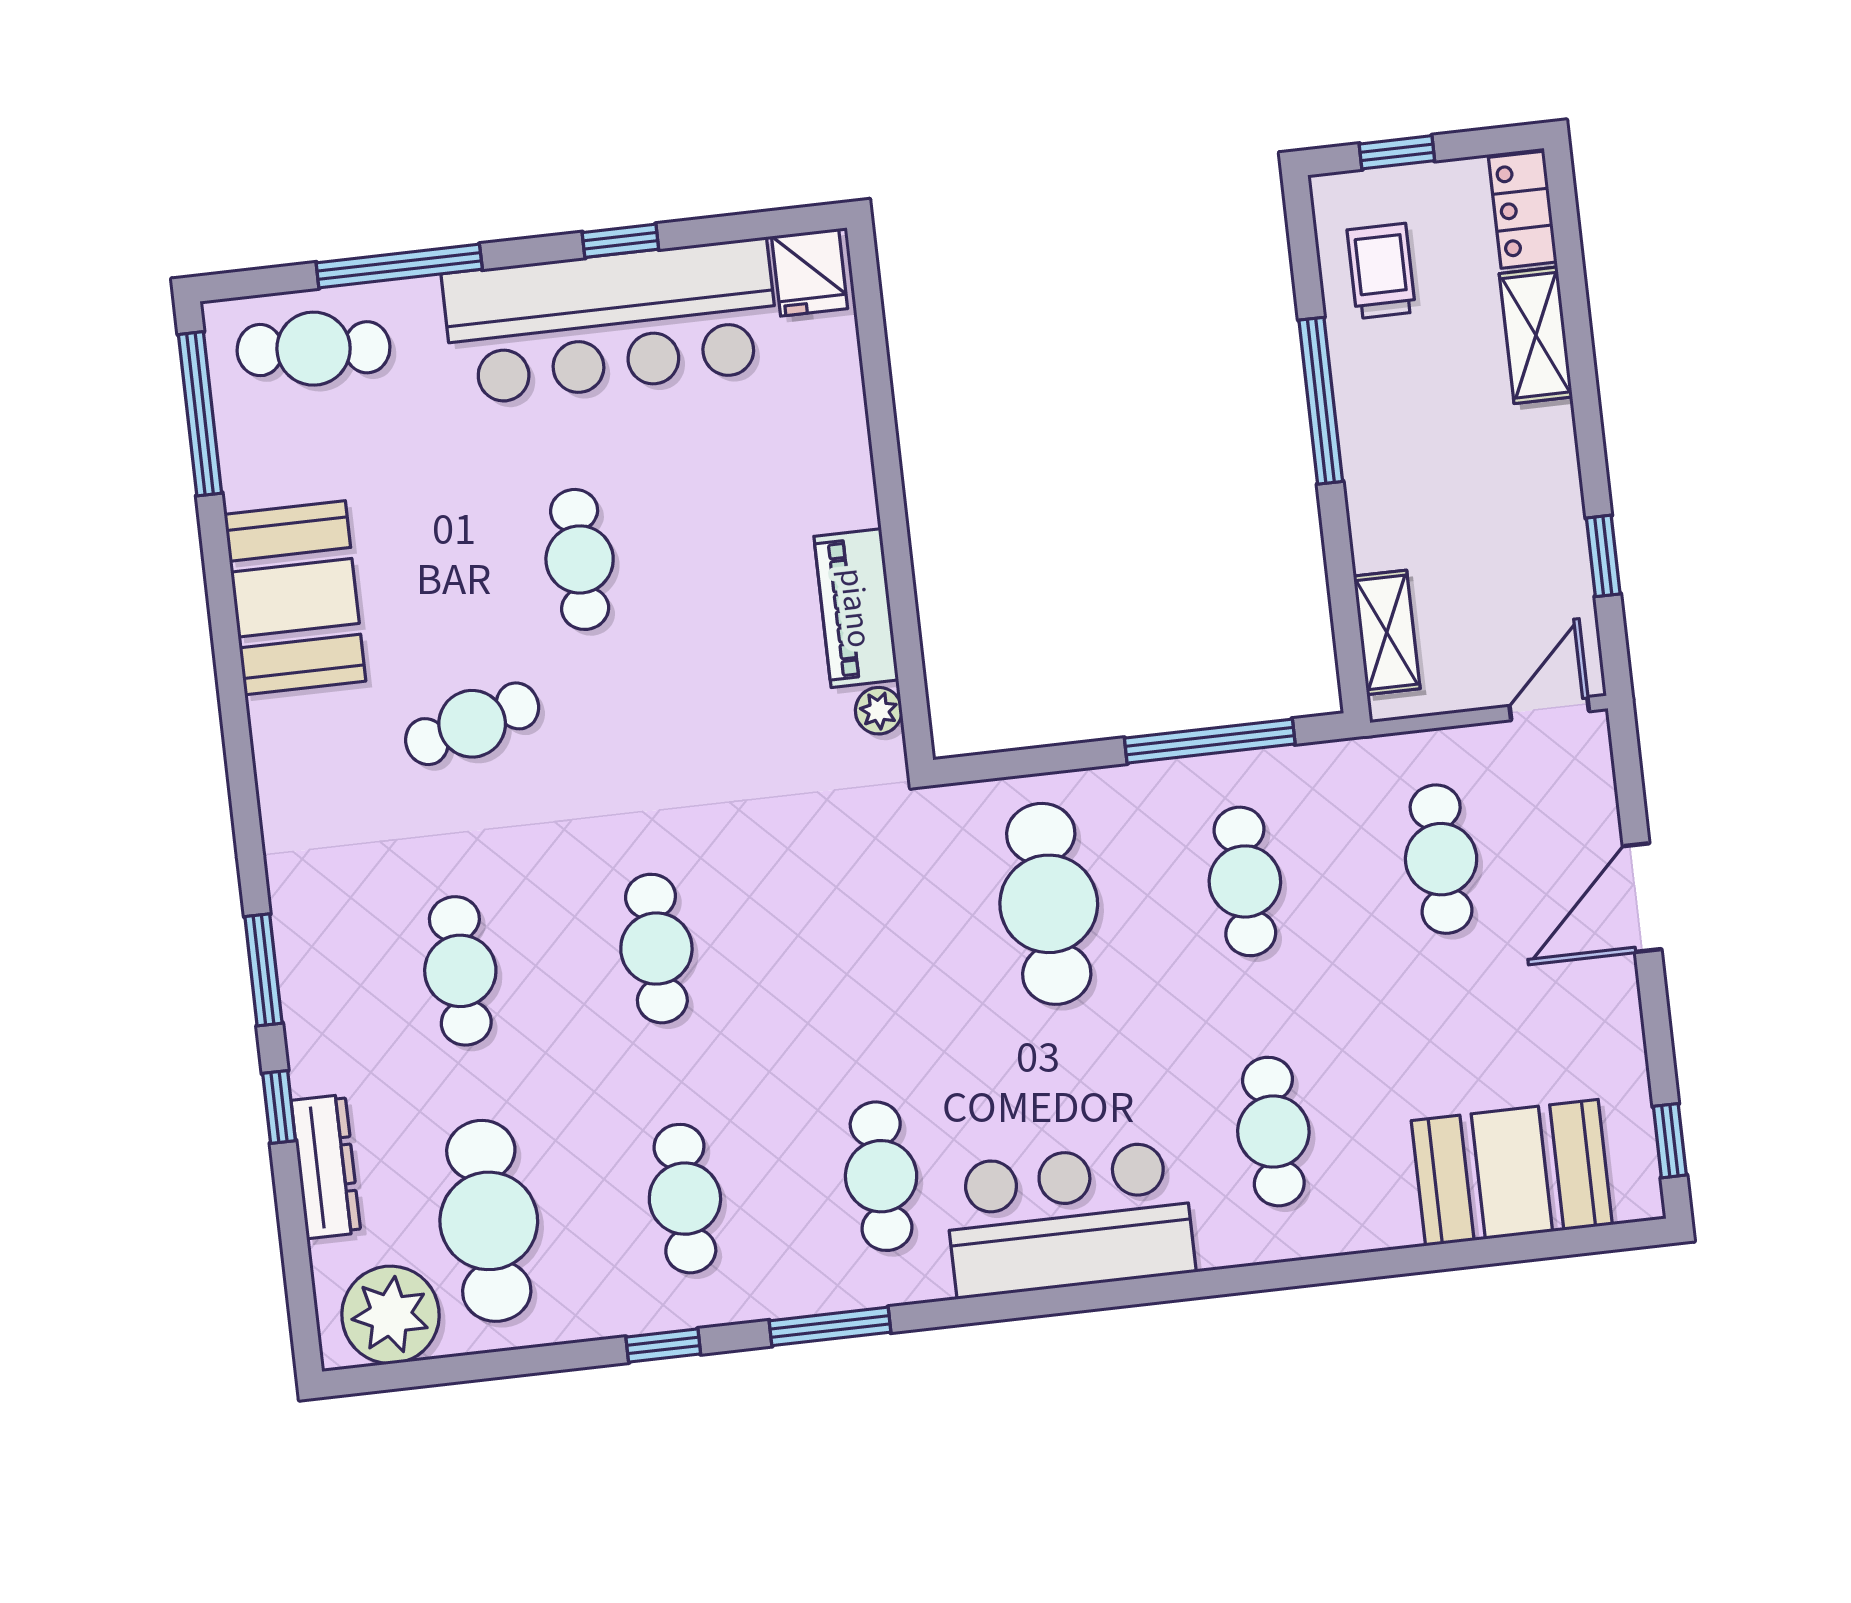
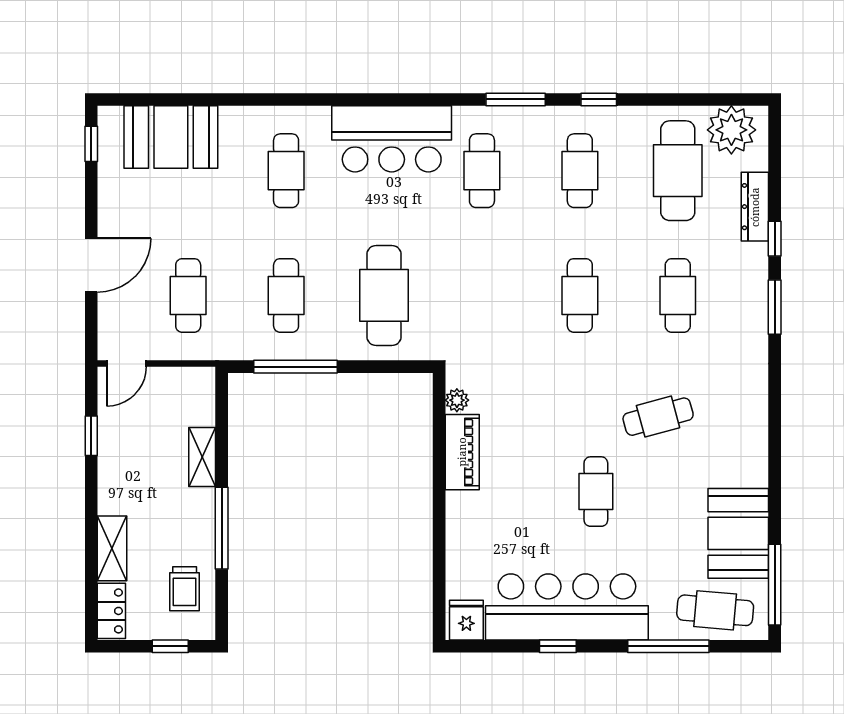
booth: (295, 598) -> (738, 533), moved
shelving: (1387, 632) -> (202, 457), moved

